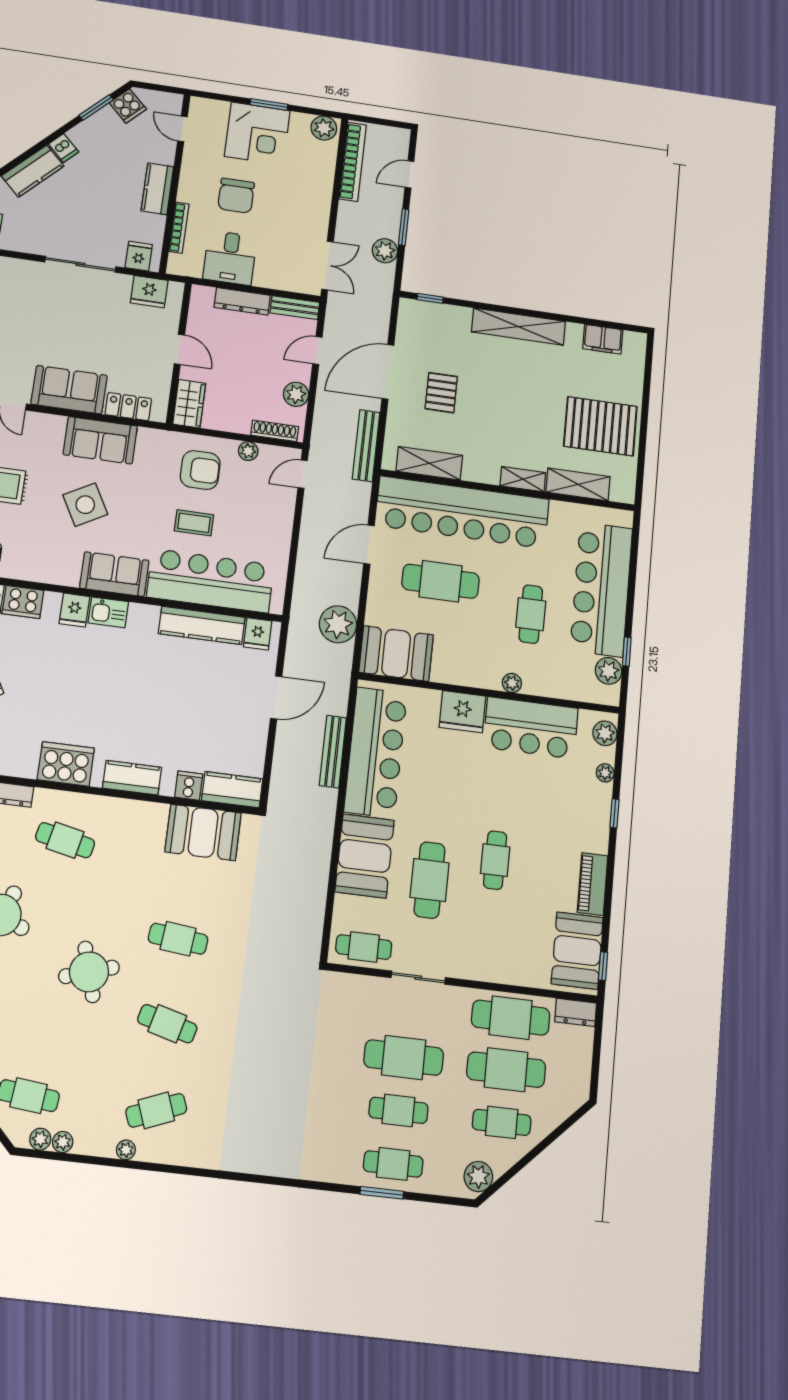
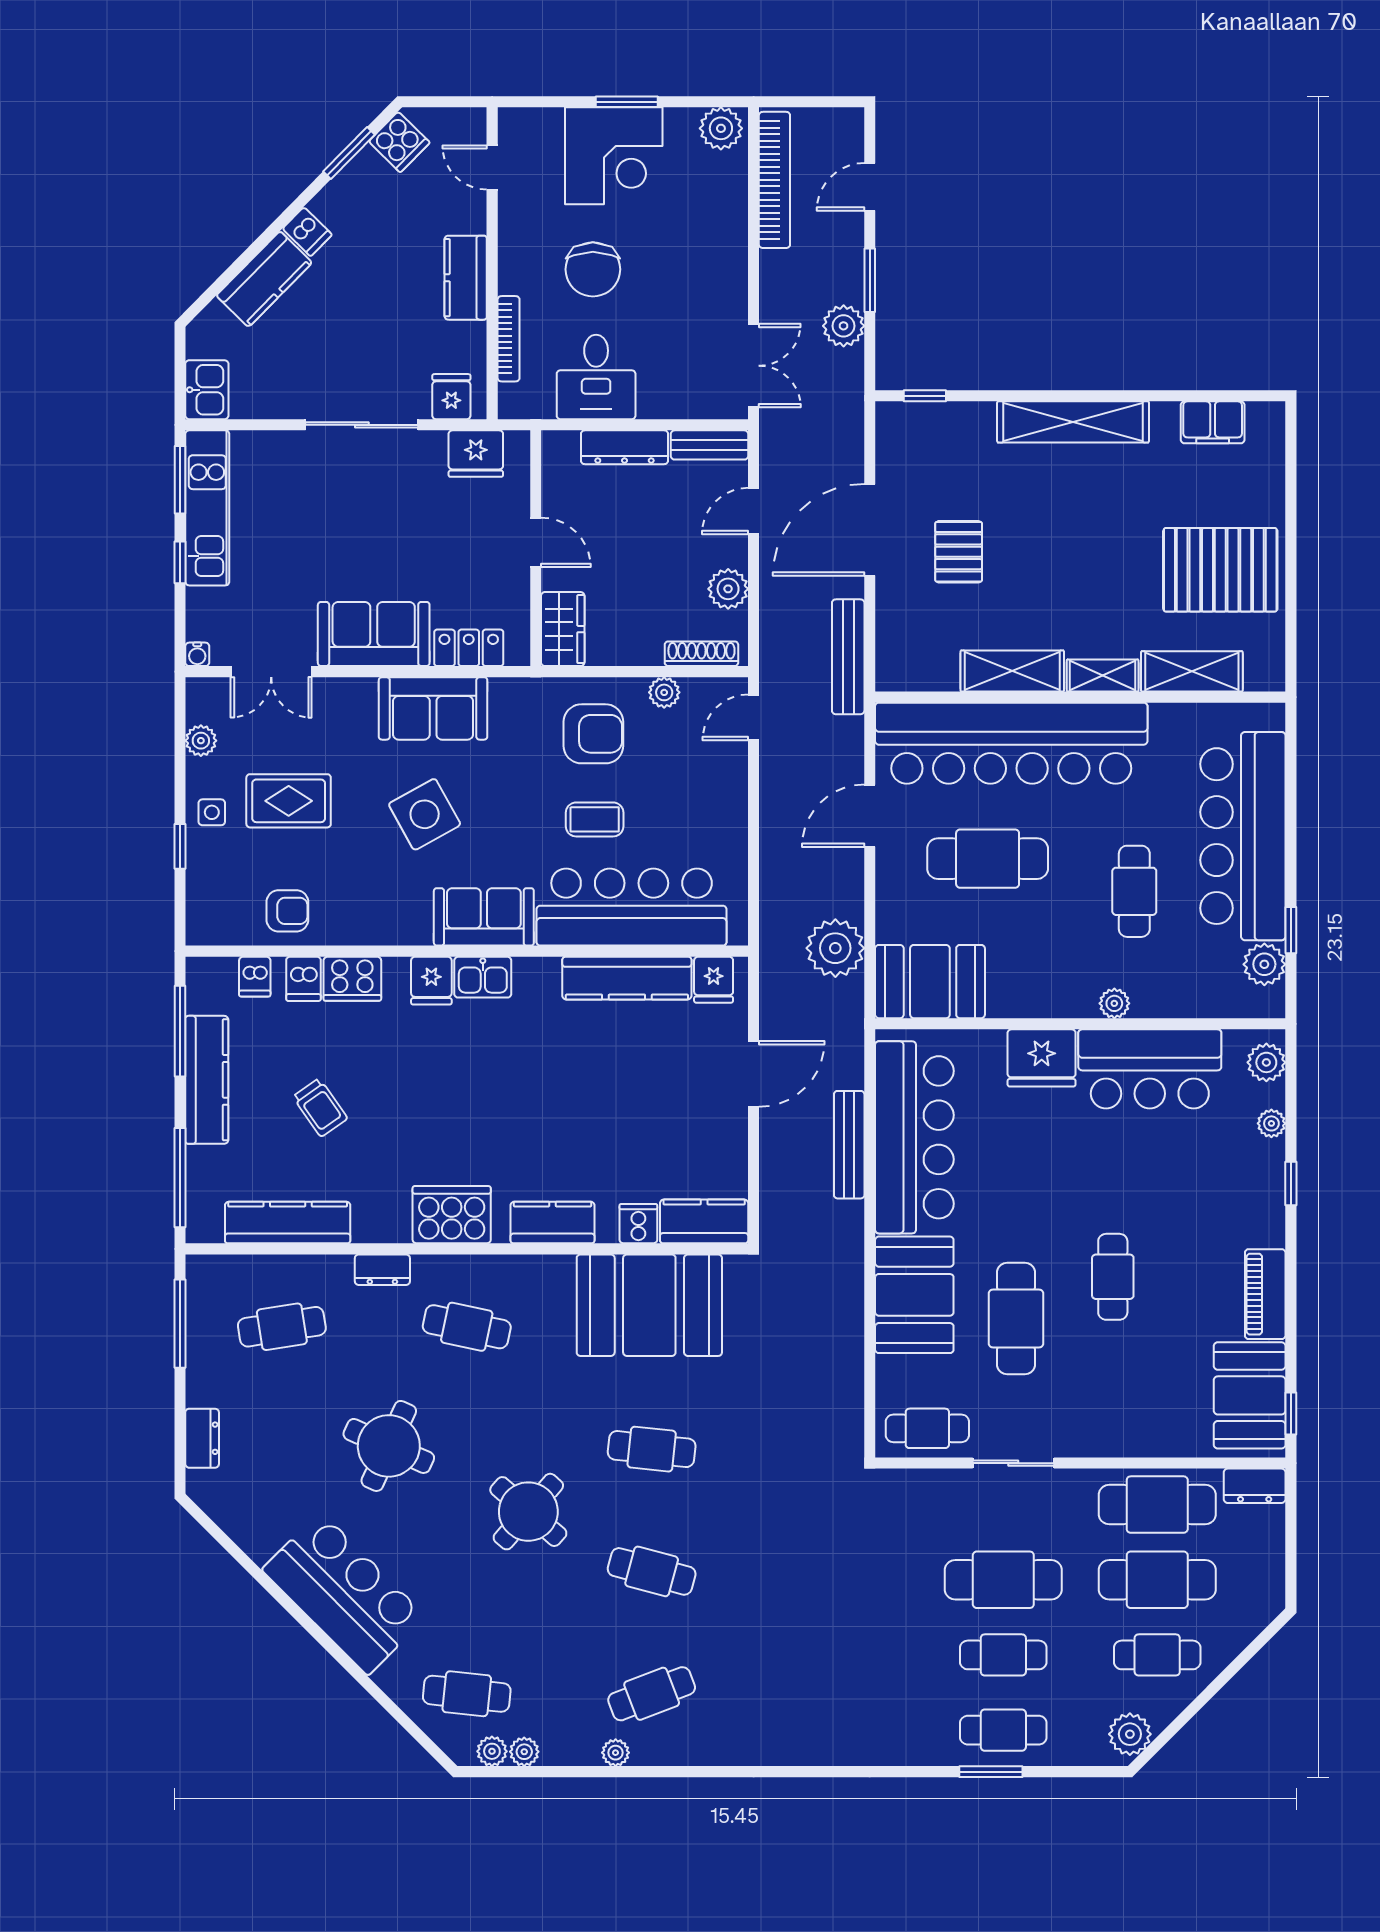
shelving: (429, 463) -> (1012, 671), moved
booth: (203, 832) -> (649, 1305), width x1.36, depth x1.42
round table: (89, 972) -> (528, 1512), turned -32

